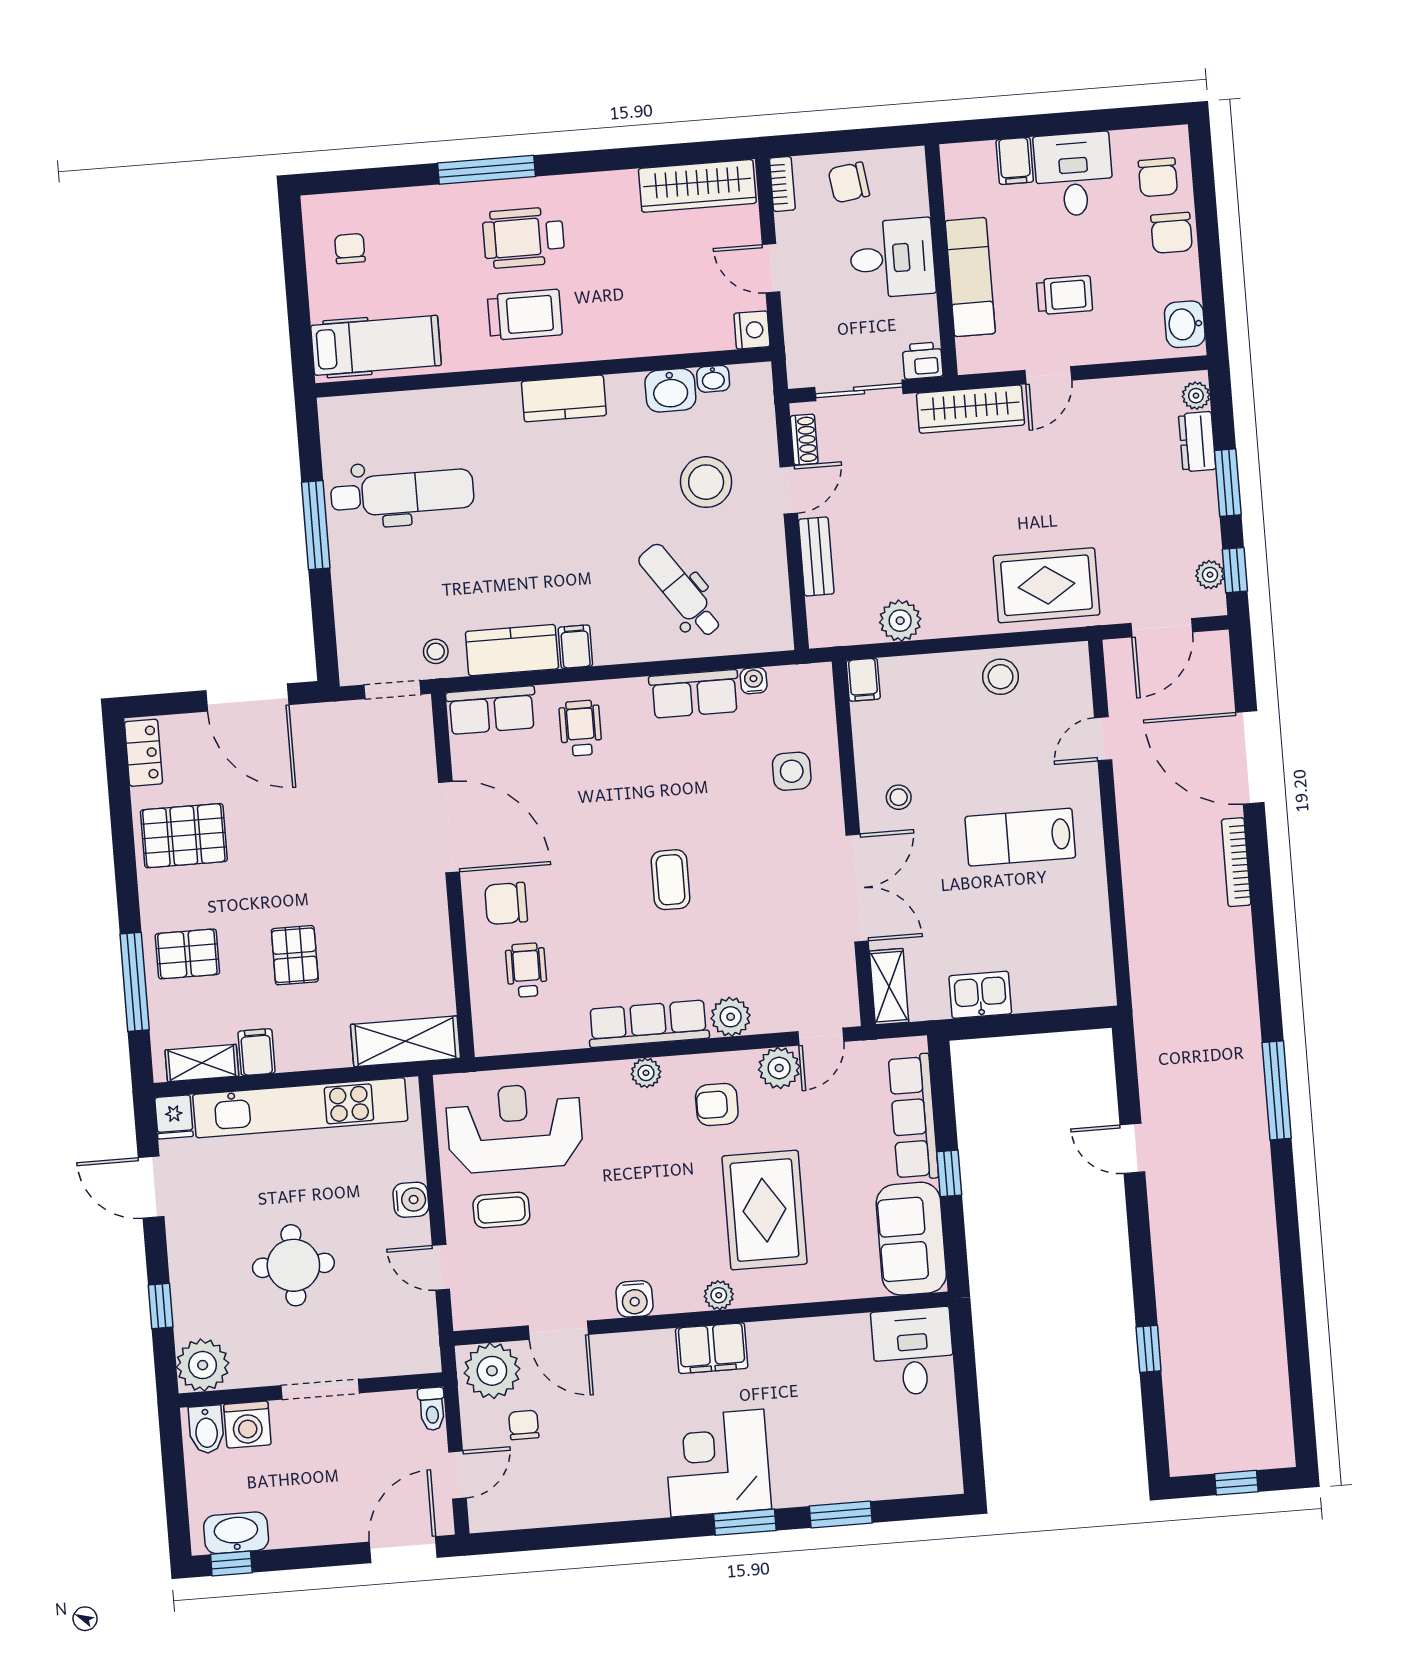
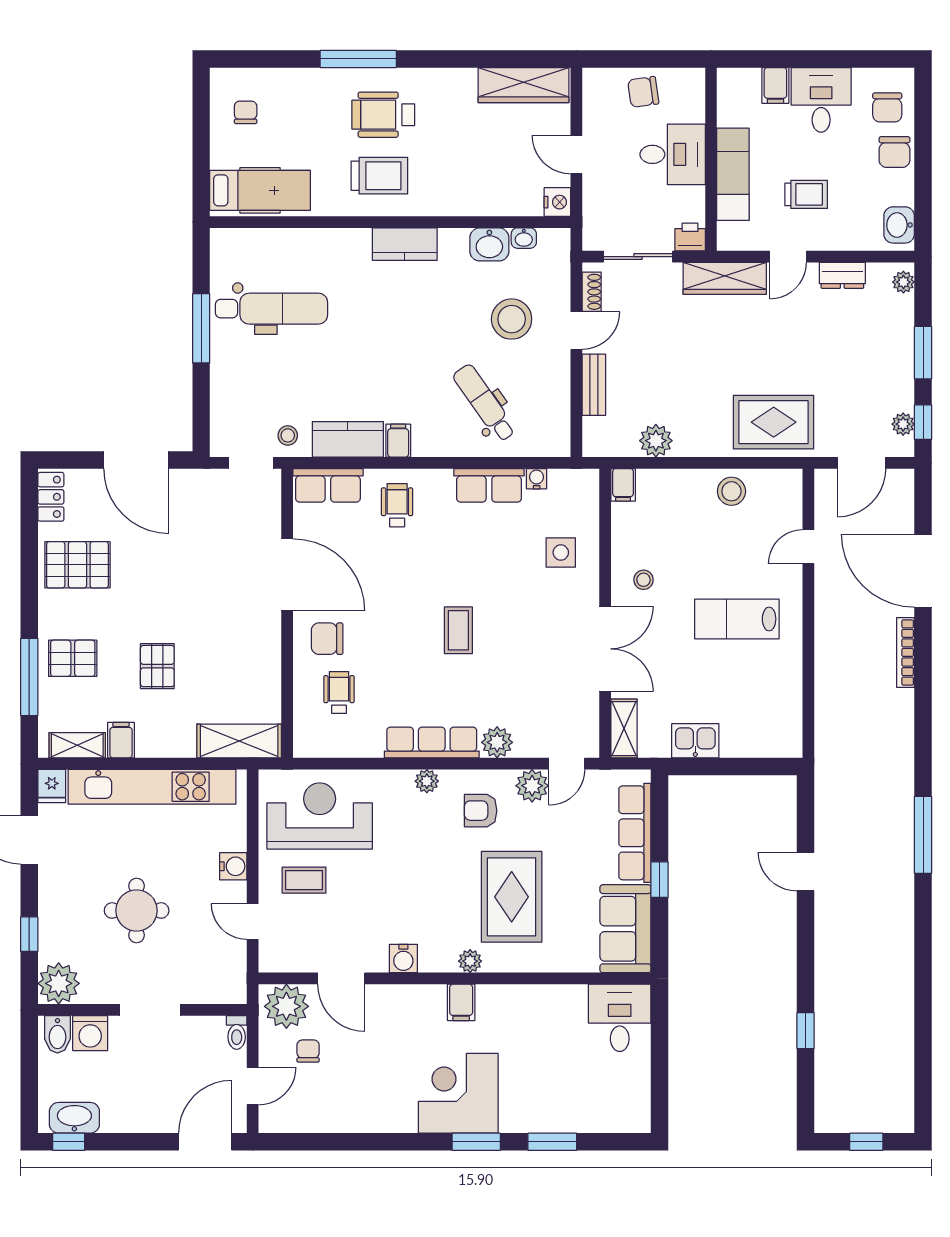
bookcase: (782, 184) -> (591, 89), removed
dresser: (1197, 442) -> (842, 275), moved, turned -90
filing cabinet: (712, 1348) -> (461, 1002), width x0.50

